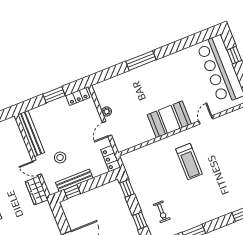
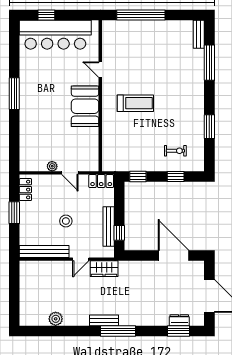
window: (141, 61) -> (14, 94), moved
stool: (60, 157) -> (66, 221), moved

